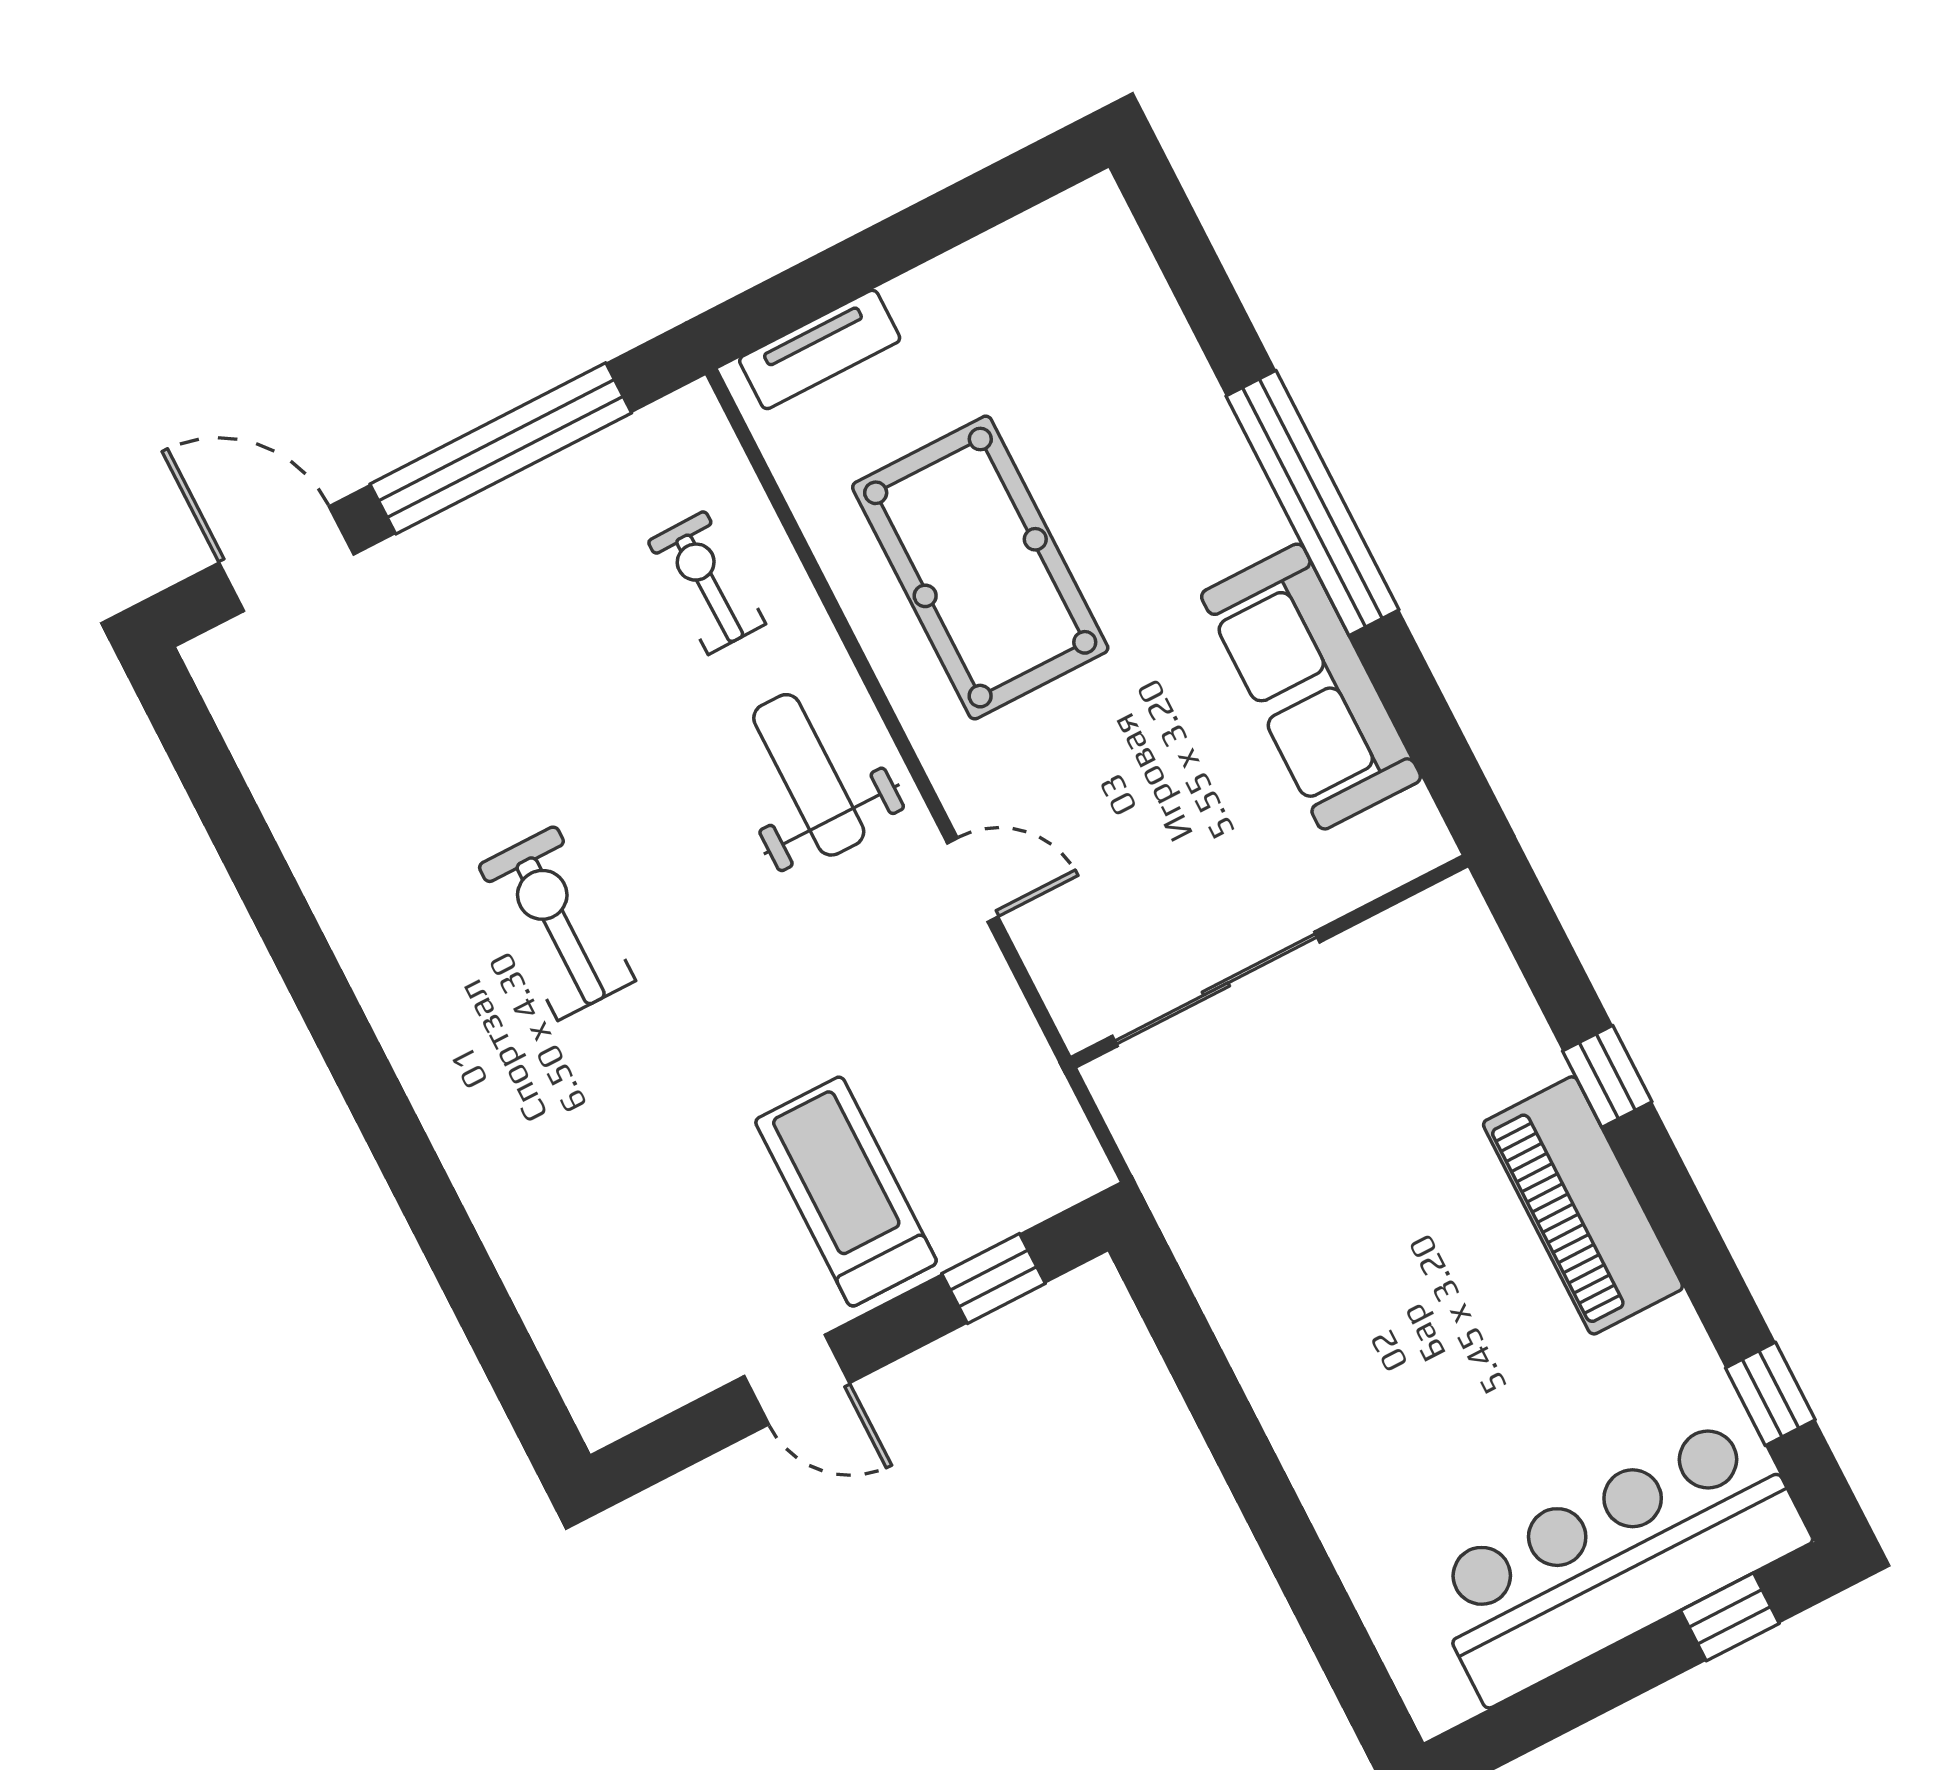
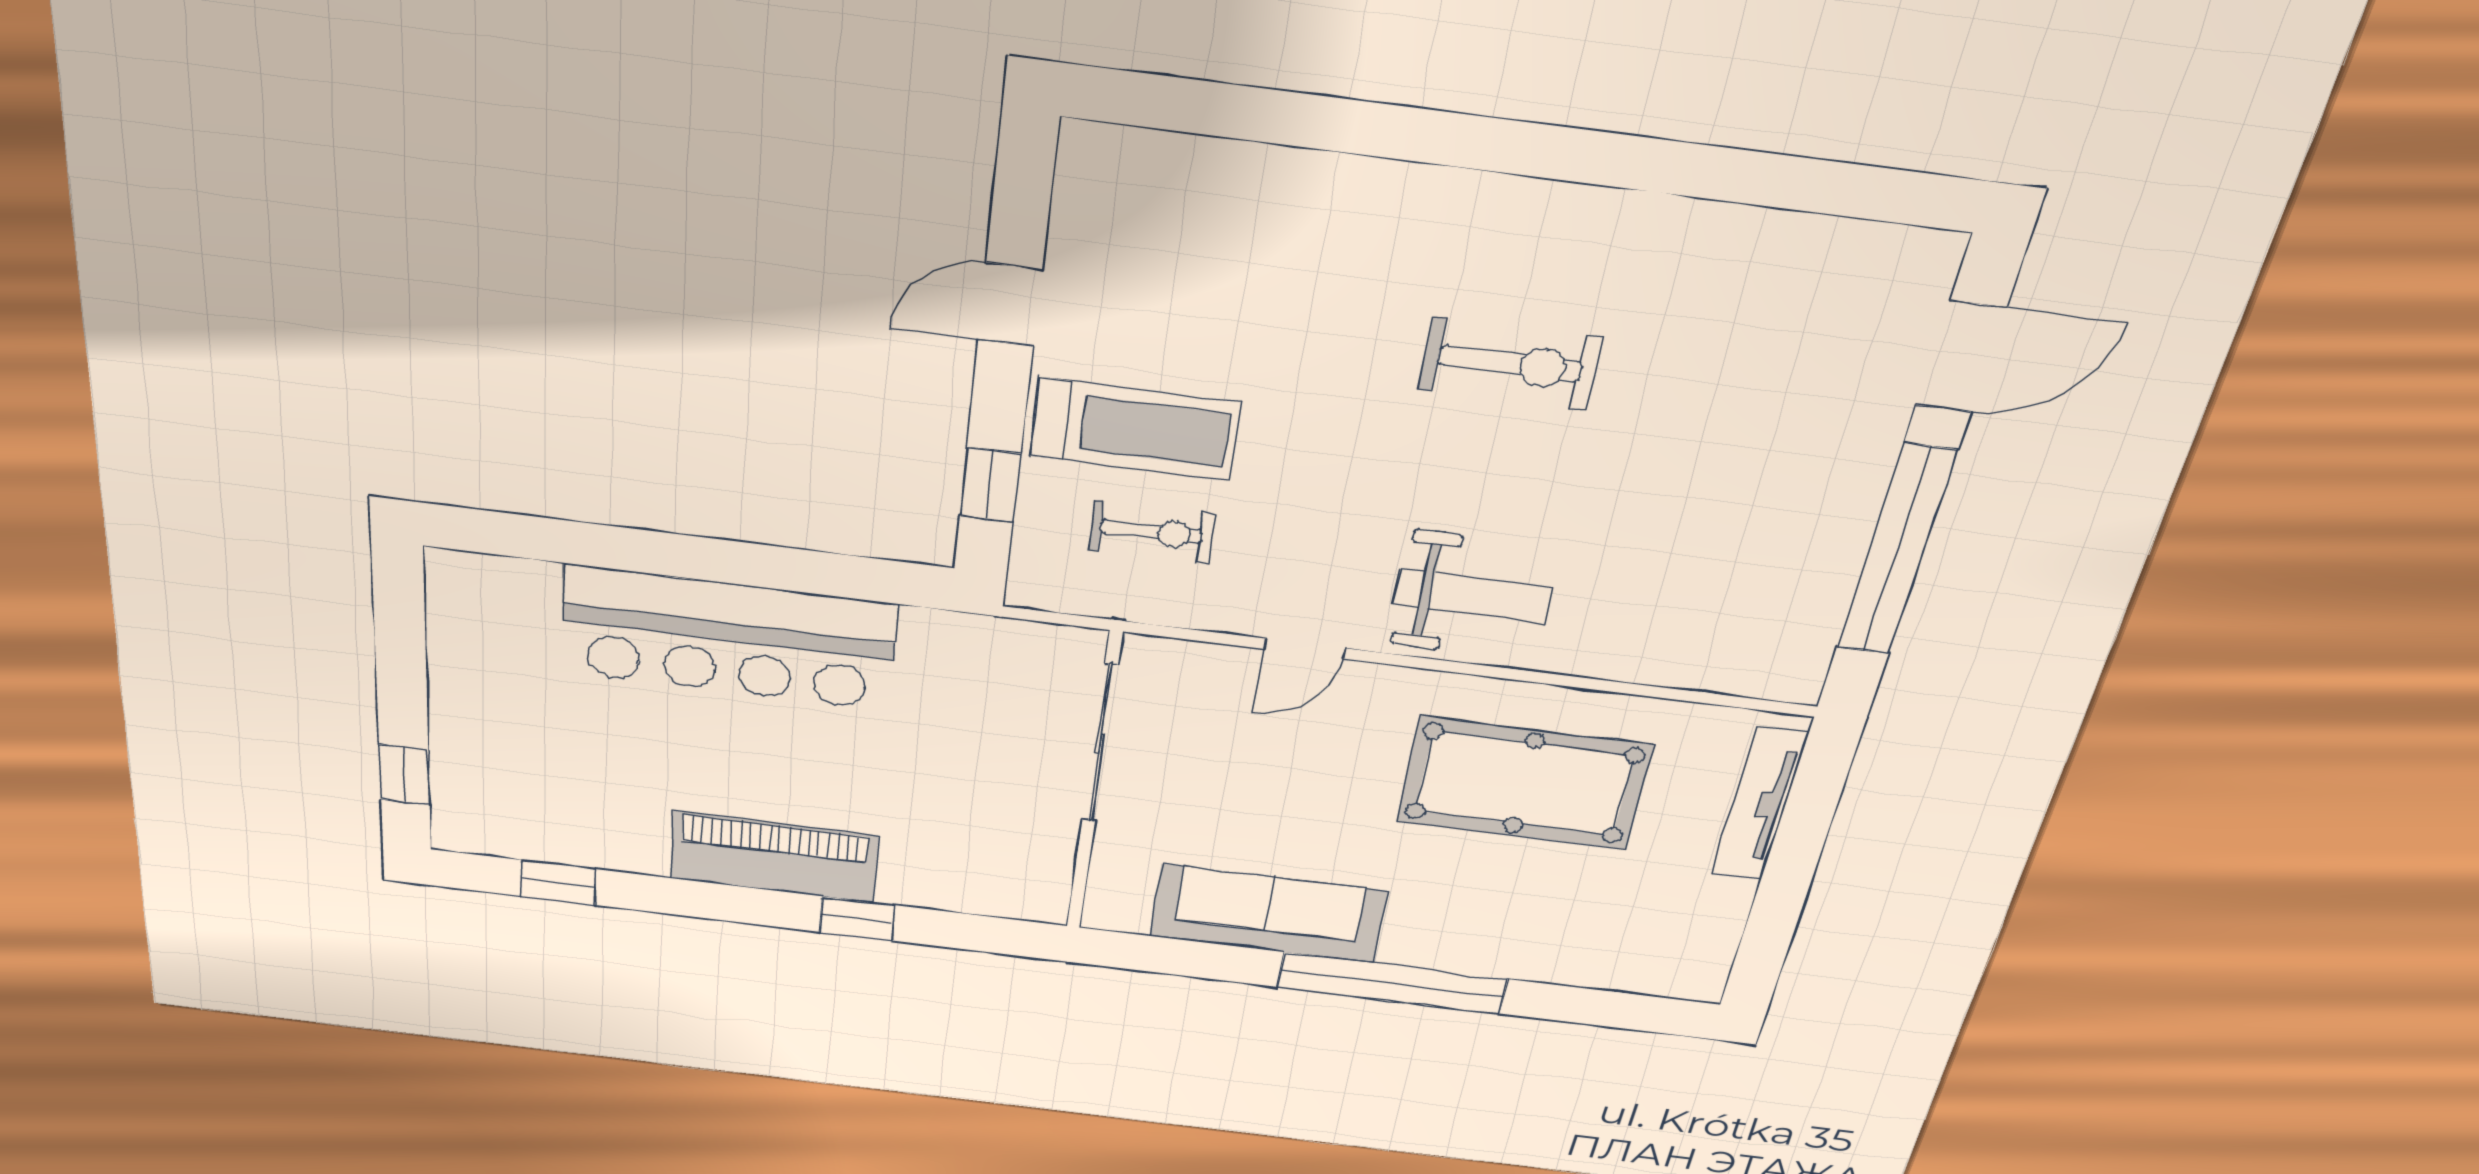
tv unit: (820, 349) -> (1759, 804), width x1.41
exercise bike: (707, 583) -> (1151, 532), moved
bar counter: (1616, 1559) -> (729, 638), moved, turned 90

